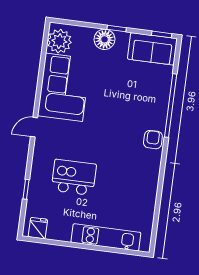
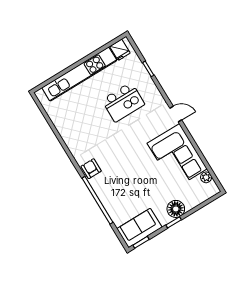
plant: (59, 41) -> (206, 177), width x0.53, depth x0.53
door: (34, 127) -> (176, 114), hinge flipped
armchair: (153, 140) -> (91, 169), turned 180
kitchen unit: (106, 237) -> (79, 74), width x1.36

